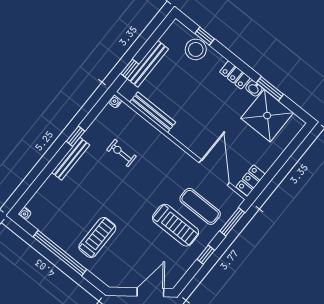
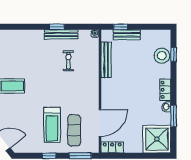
bench: (148, 64) -> (127, 35), width x0.73
shower: (267, 116) -> (157, 139), moved
bench: (71, 159) -> (61, 34), moved

